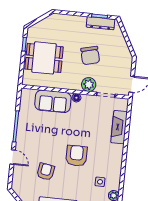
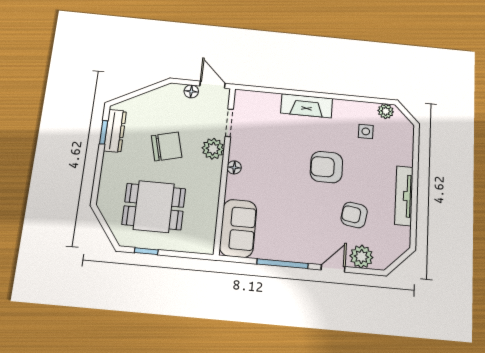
dining table: (44, 58) -> (154, 207), moved, turned 90
floor lamp: (127, 71) -> (191, 91), added
sofa: (53, 101) -> (238, 228), moved
fireplace: (119, 127) -> (307, 106), moved
plant: (20, 175) -> (361, 257), added

